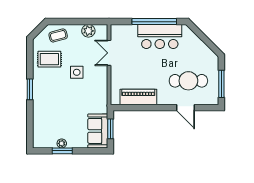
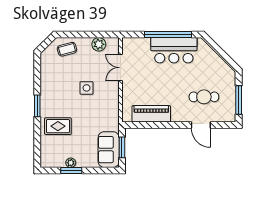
rug: (49, 59) -> (58, 126), moved
cafe table: (188, 81) -> (204, 97), width x0.73, depth x0.74

